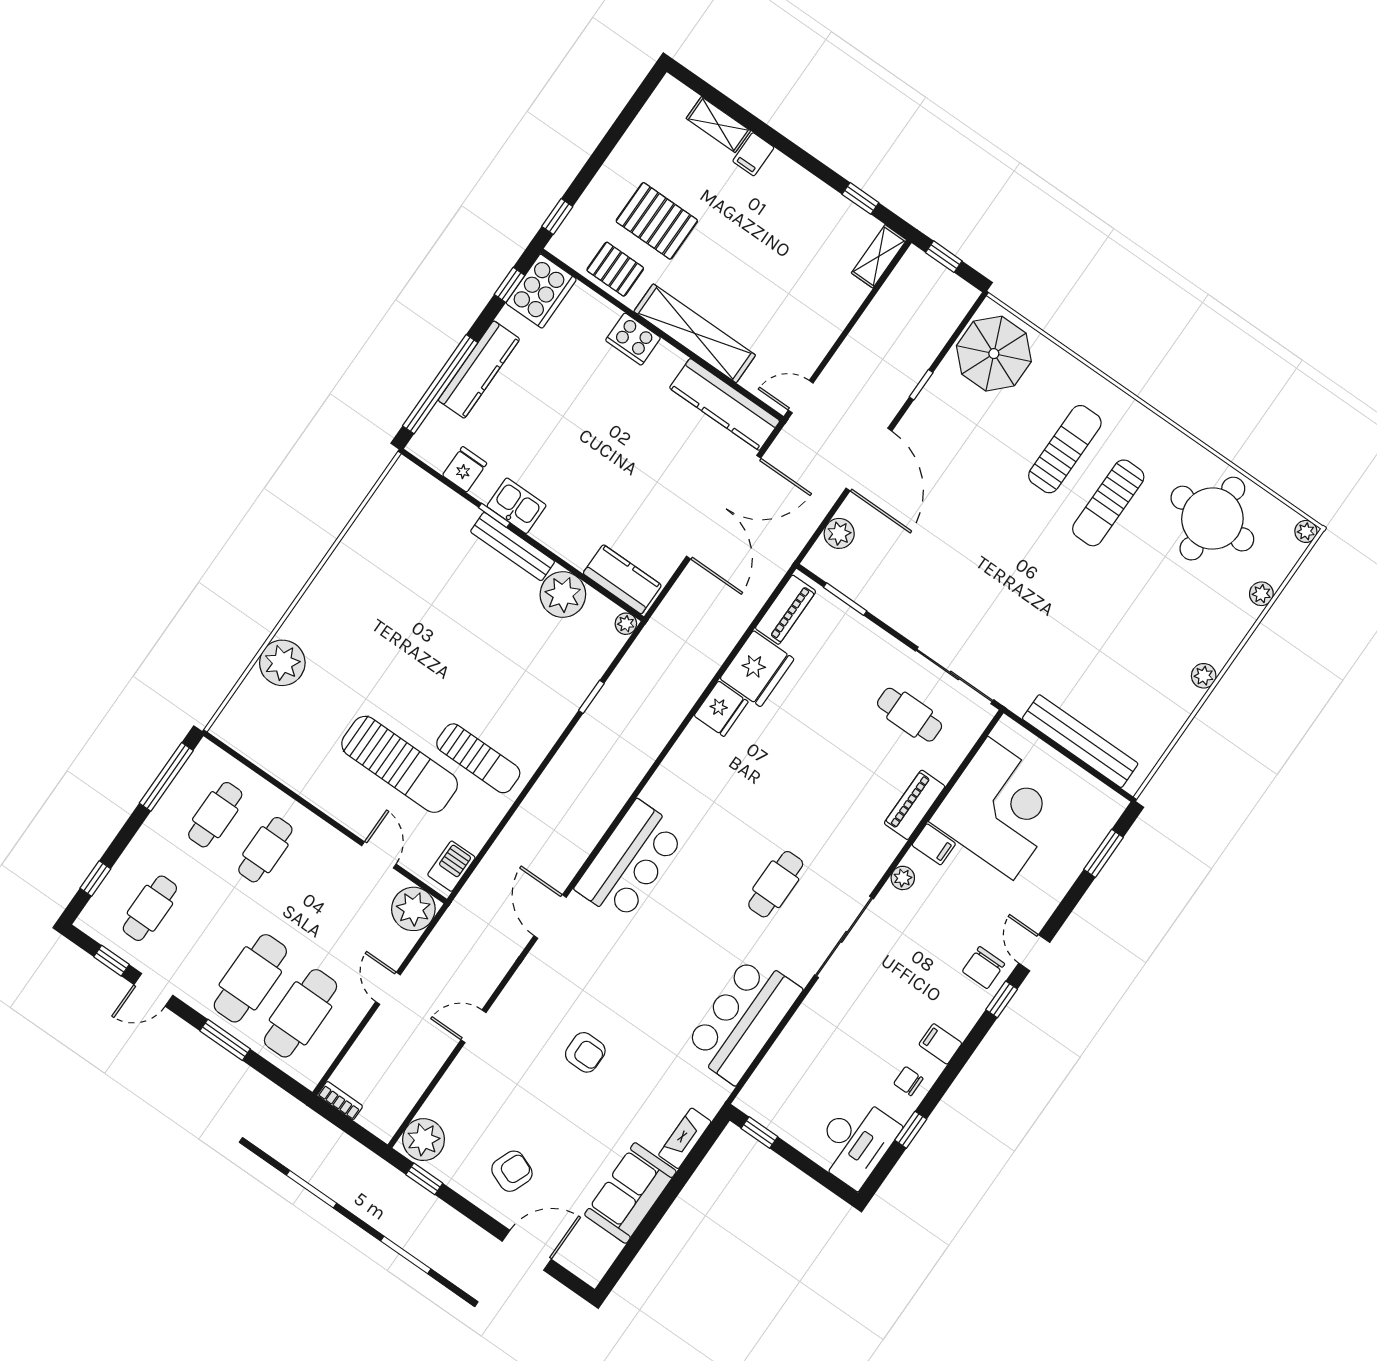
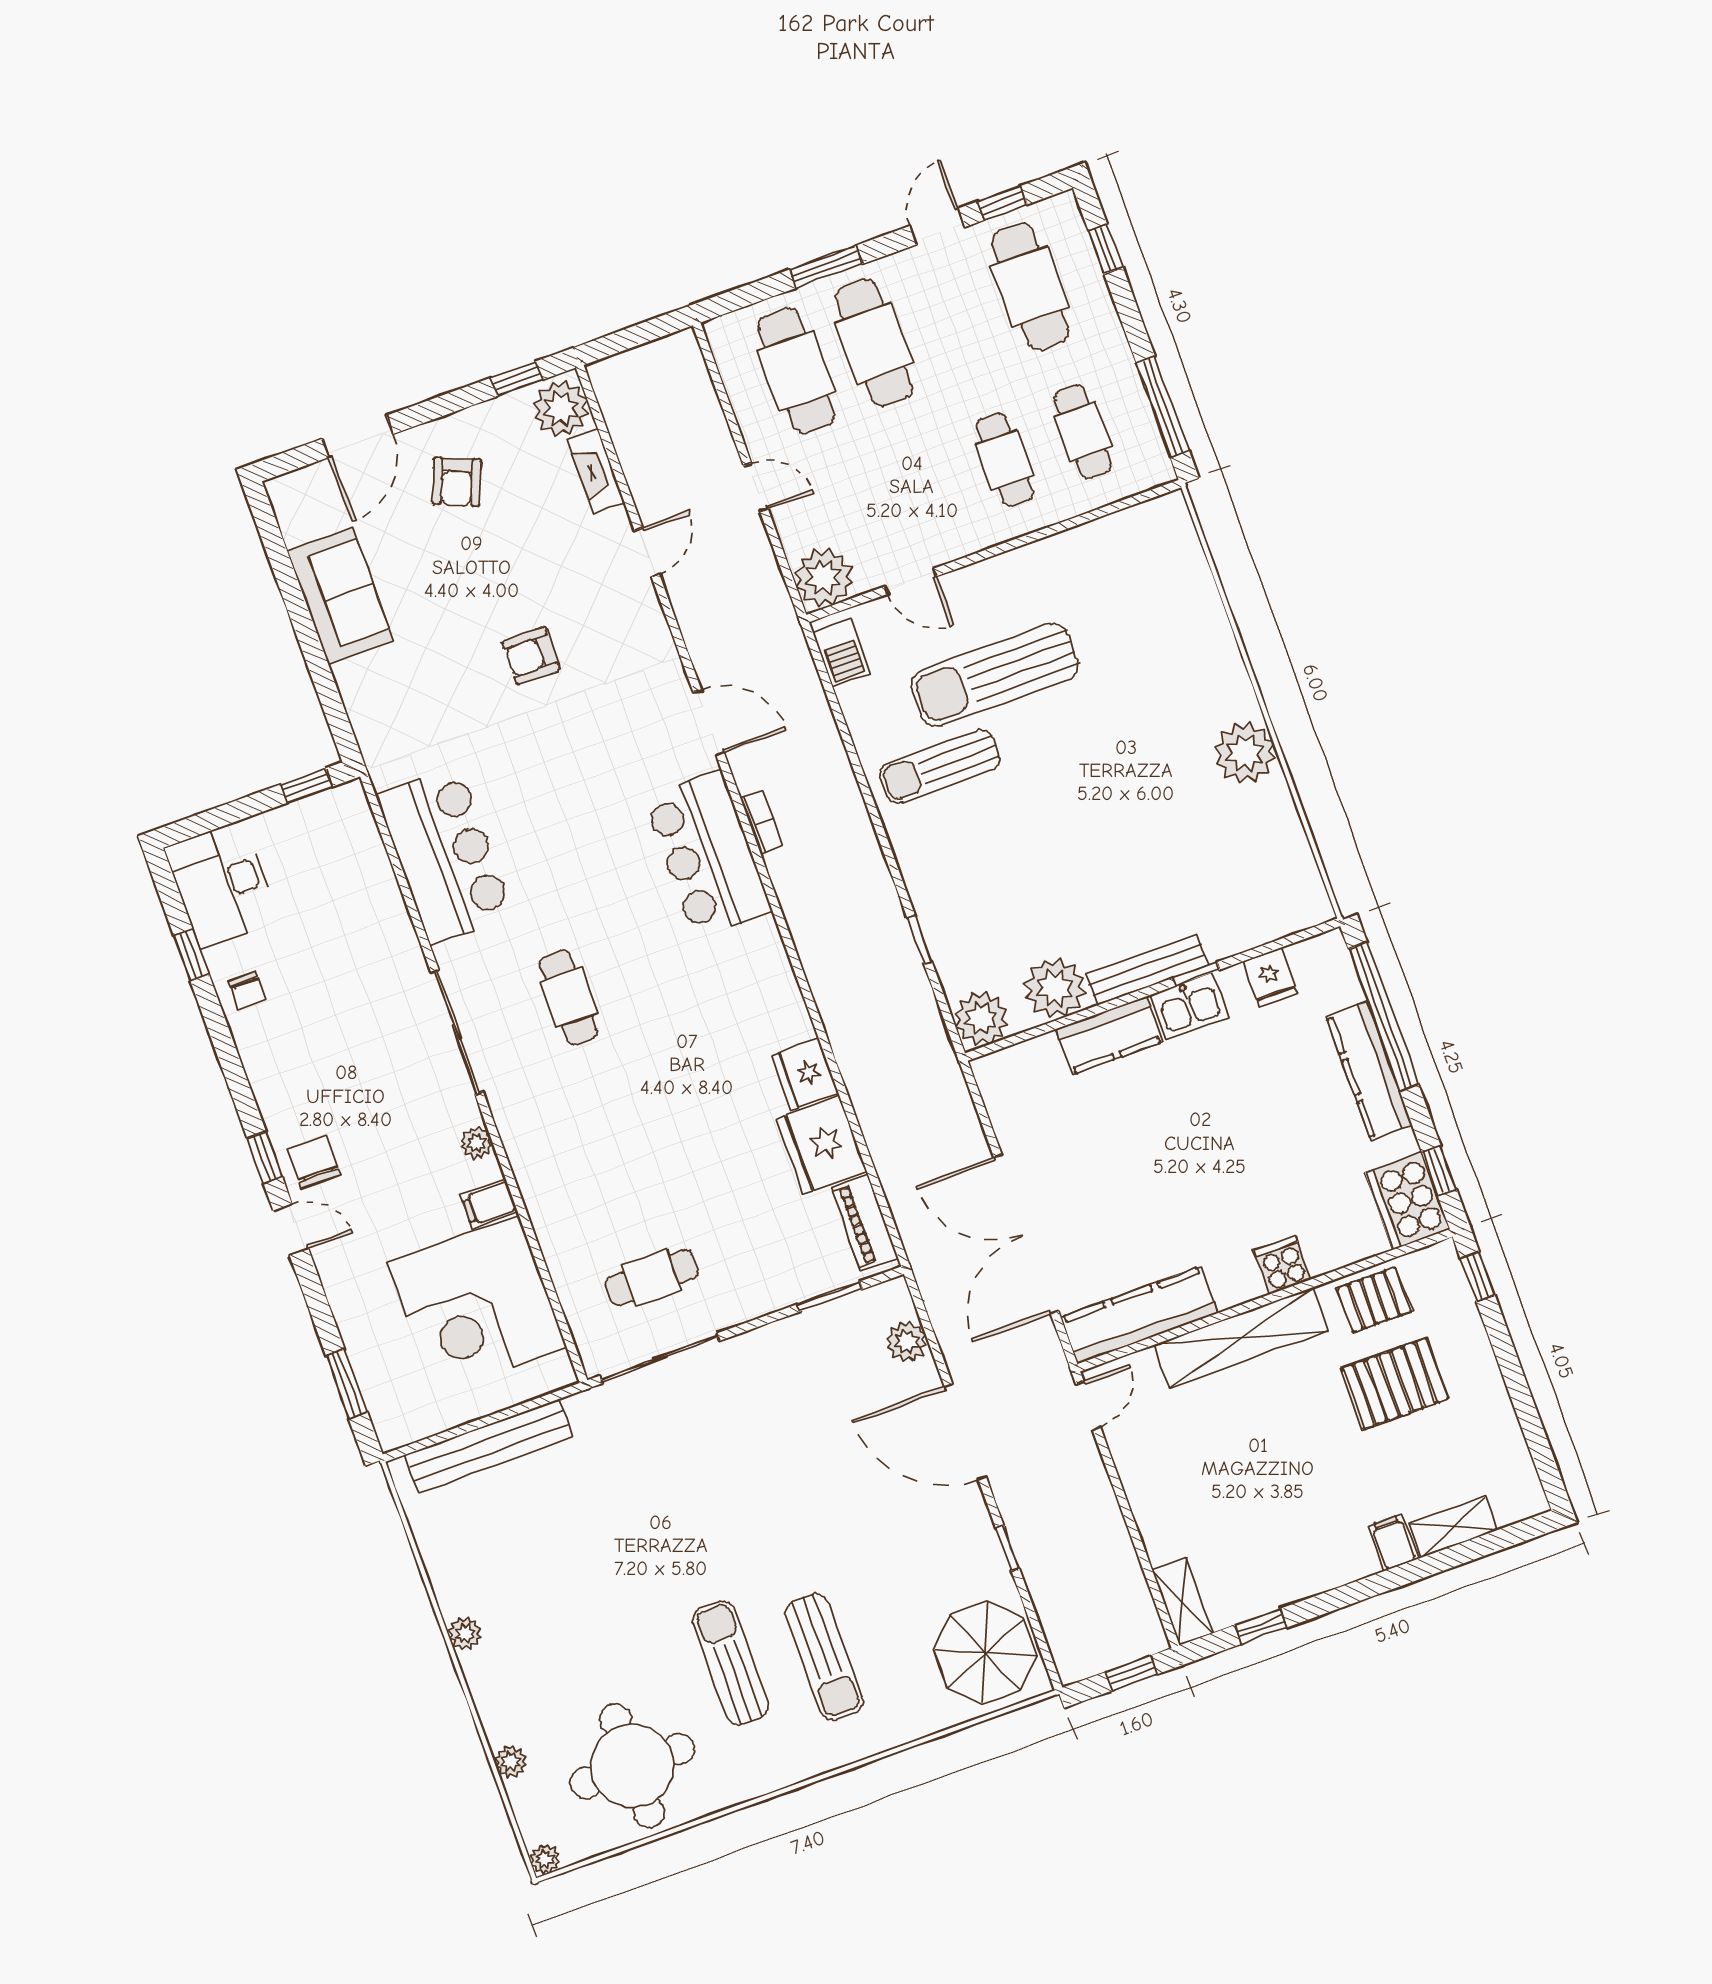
cooker: (633, 339) -> (1283, 1265), width x0.73
kitchen counter: (622, 579) -> (1110, 1035), moved
plant: (626, 624) -> (981, 1019), width x1.88, depth x1.88
plant: (282, 663) -> (1245, 753), moved
piano: (915, 805) -> (548, 1213), removed
cafe table: (150, 908) -> (1030, 286), width x1.37, depth x1.35
filing cabinet: (940, 1044) -> (263, 1055), removed
chair: (908, 1081) -> (247, 991), turned 90
bookcase: (340, 1101) -> (762, 822), moved, turned -90
fireplace: (685, 1138) -> (596, 471), moved, turned 180

